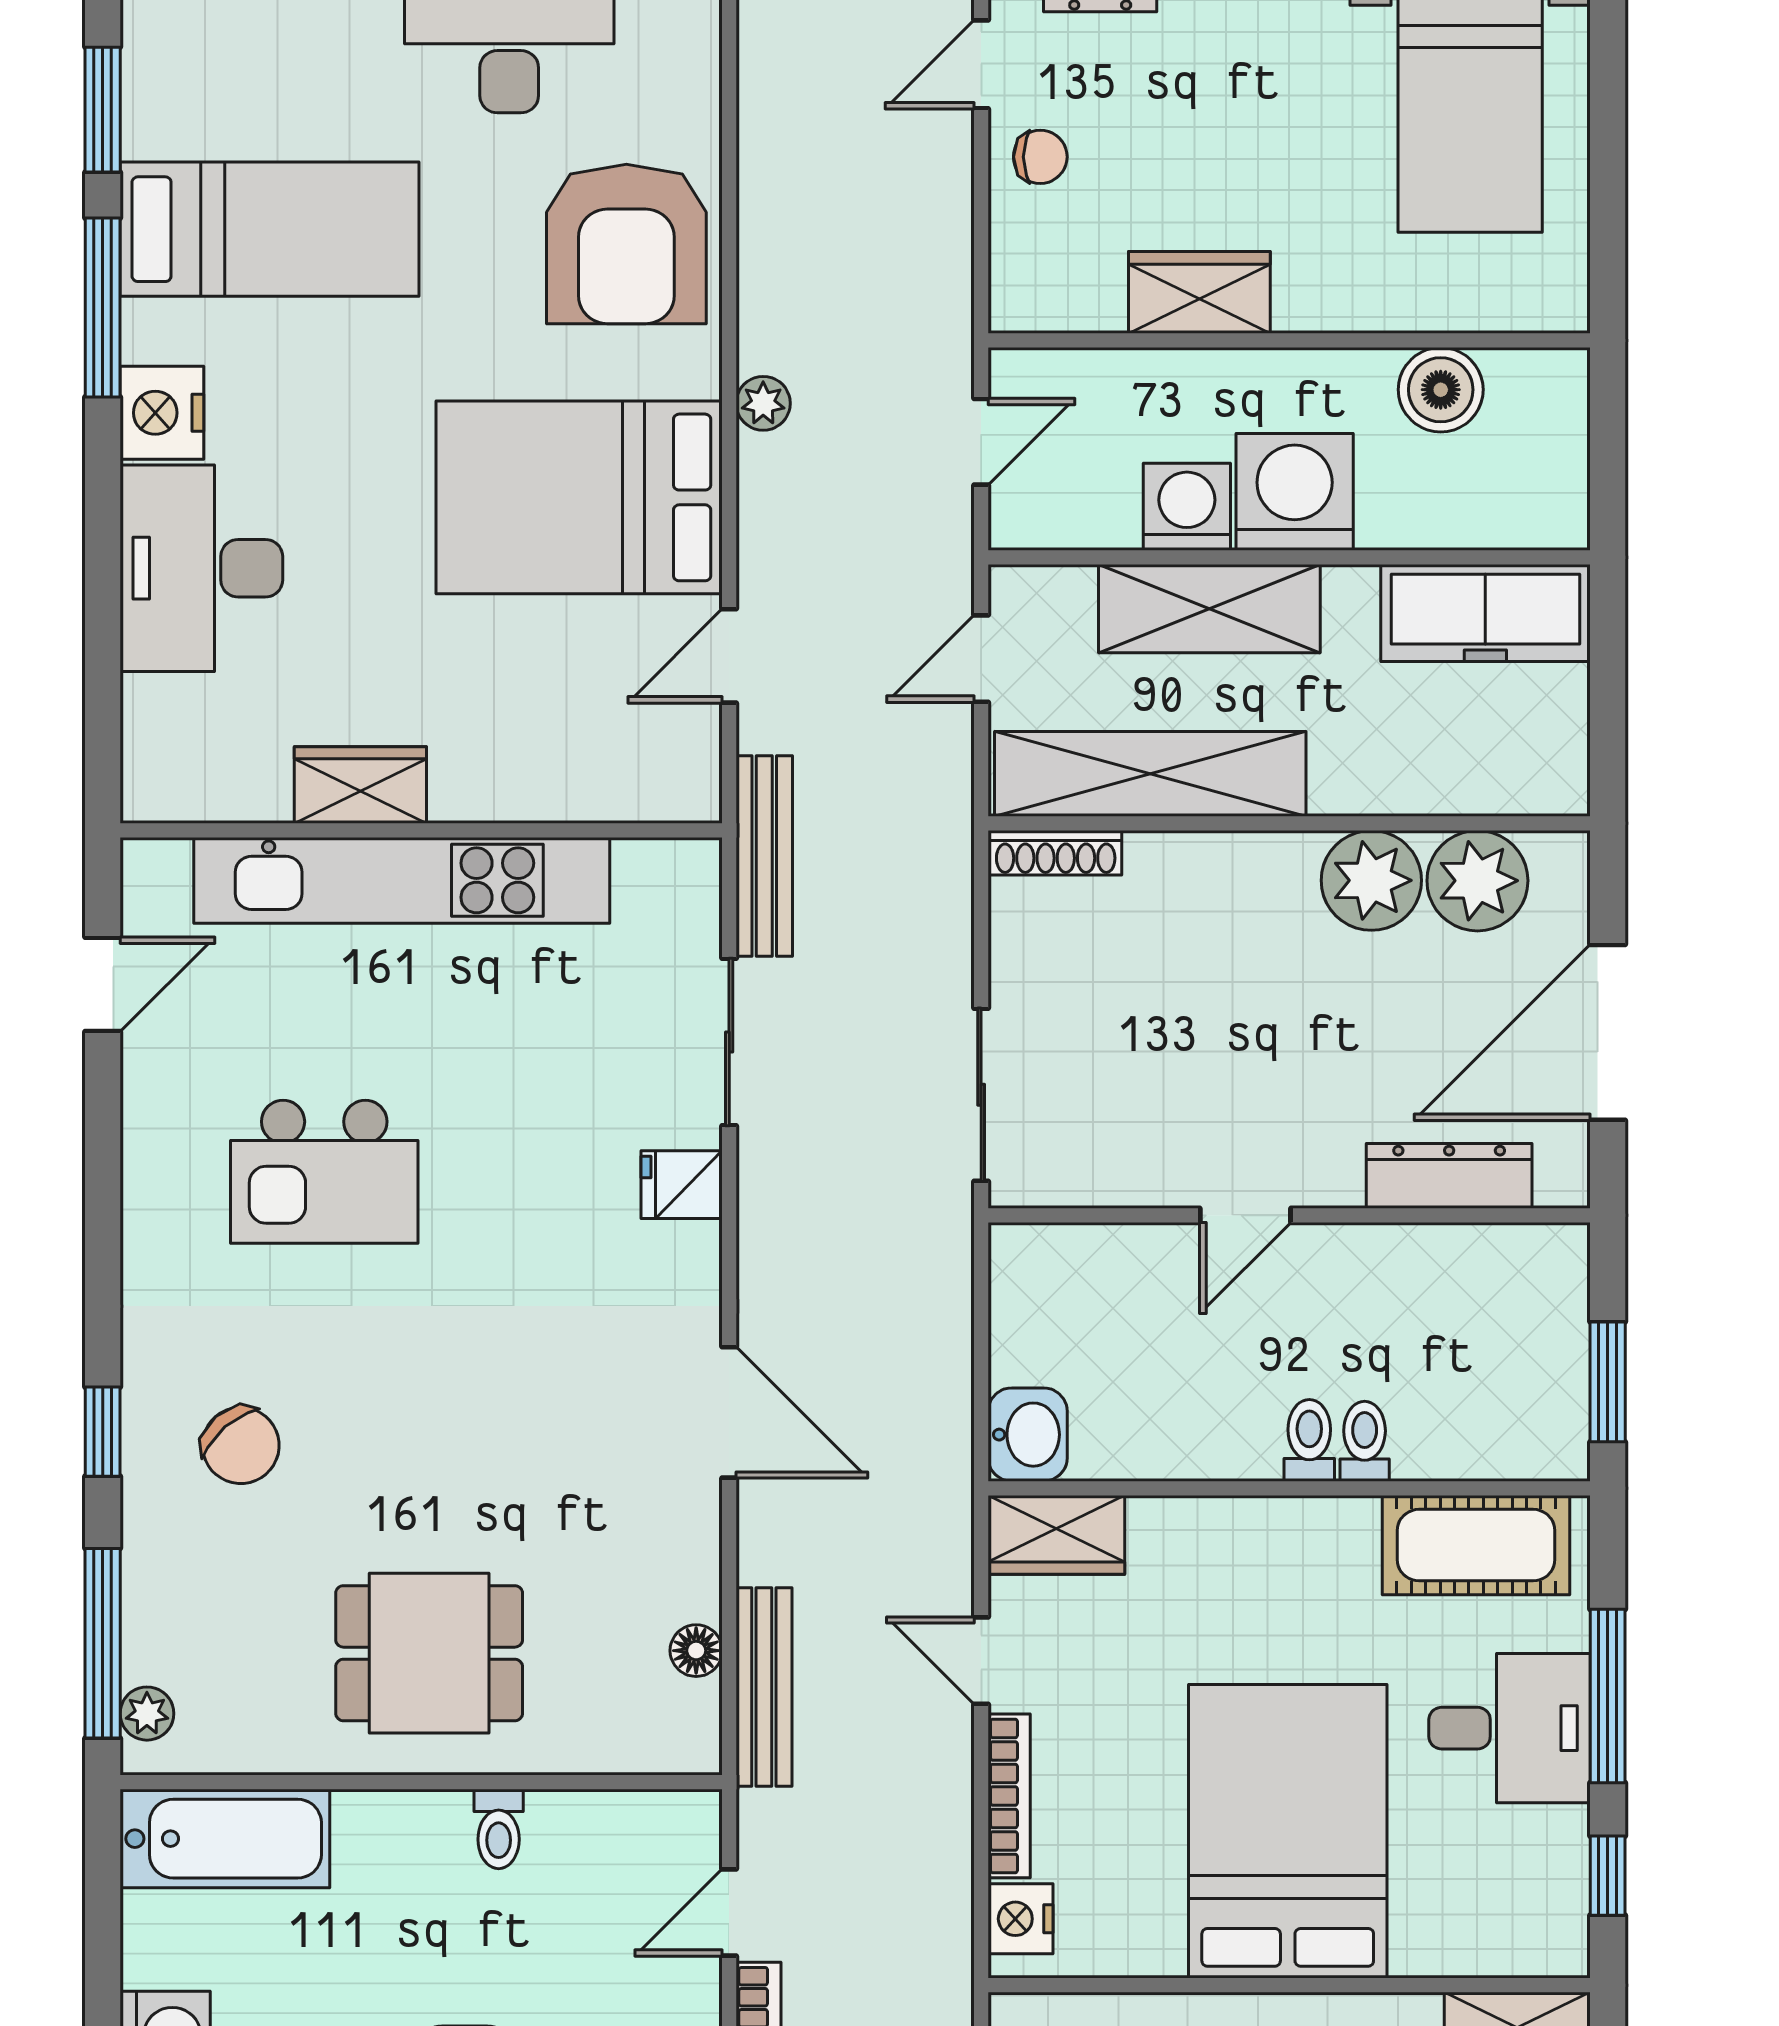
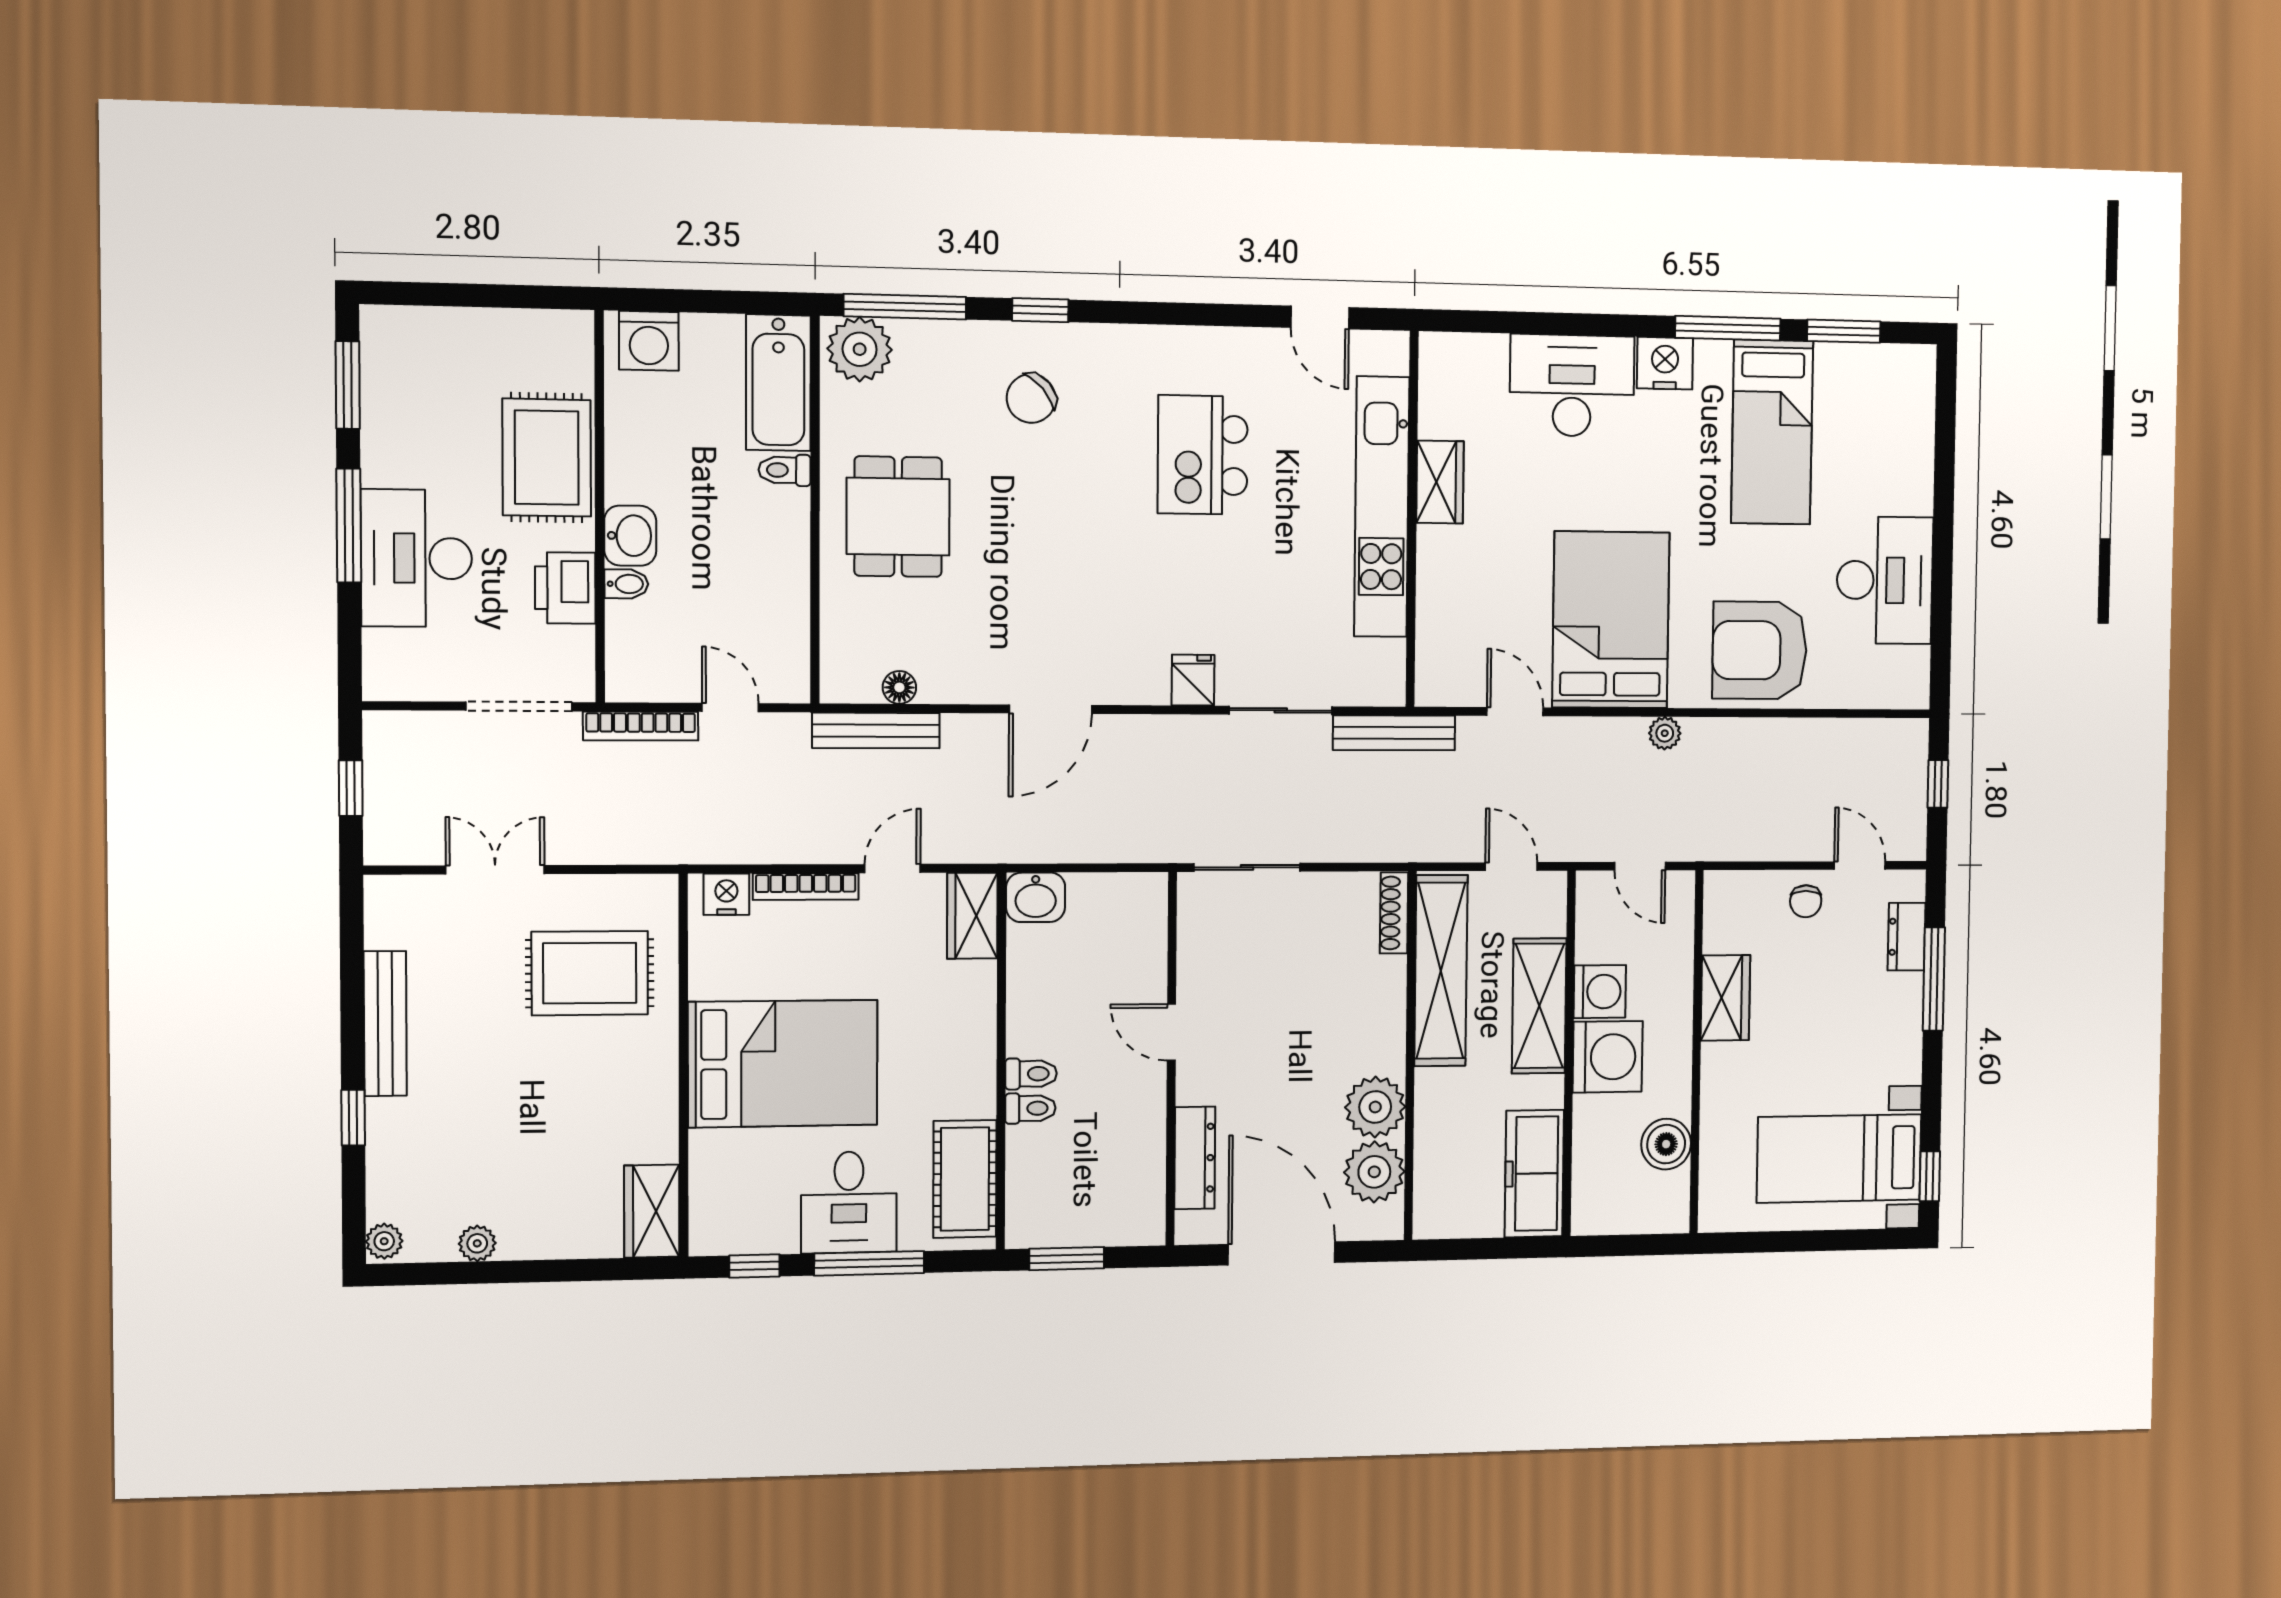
plant: (147, 1714) -> (860, 349), width x1.87, depth x1.87
toilet: (499, 1829) -> (785, 470), moved

